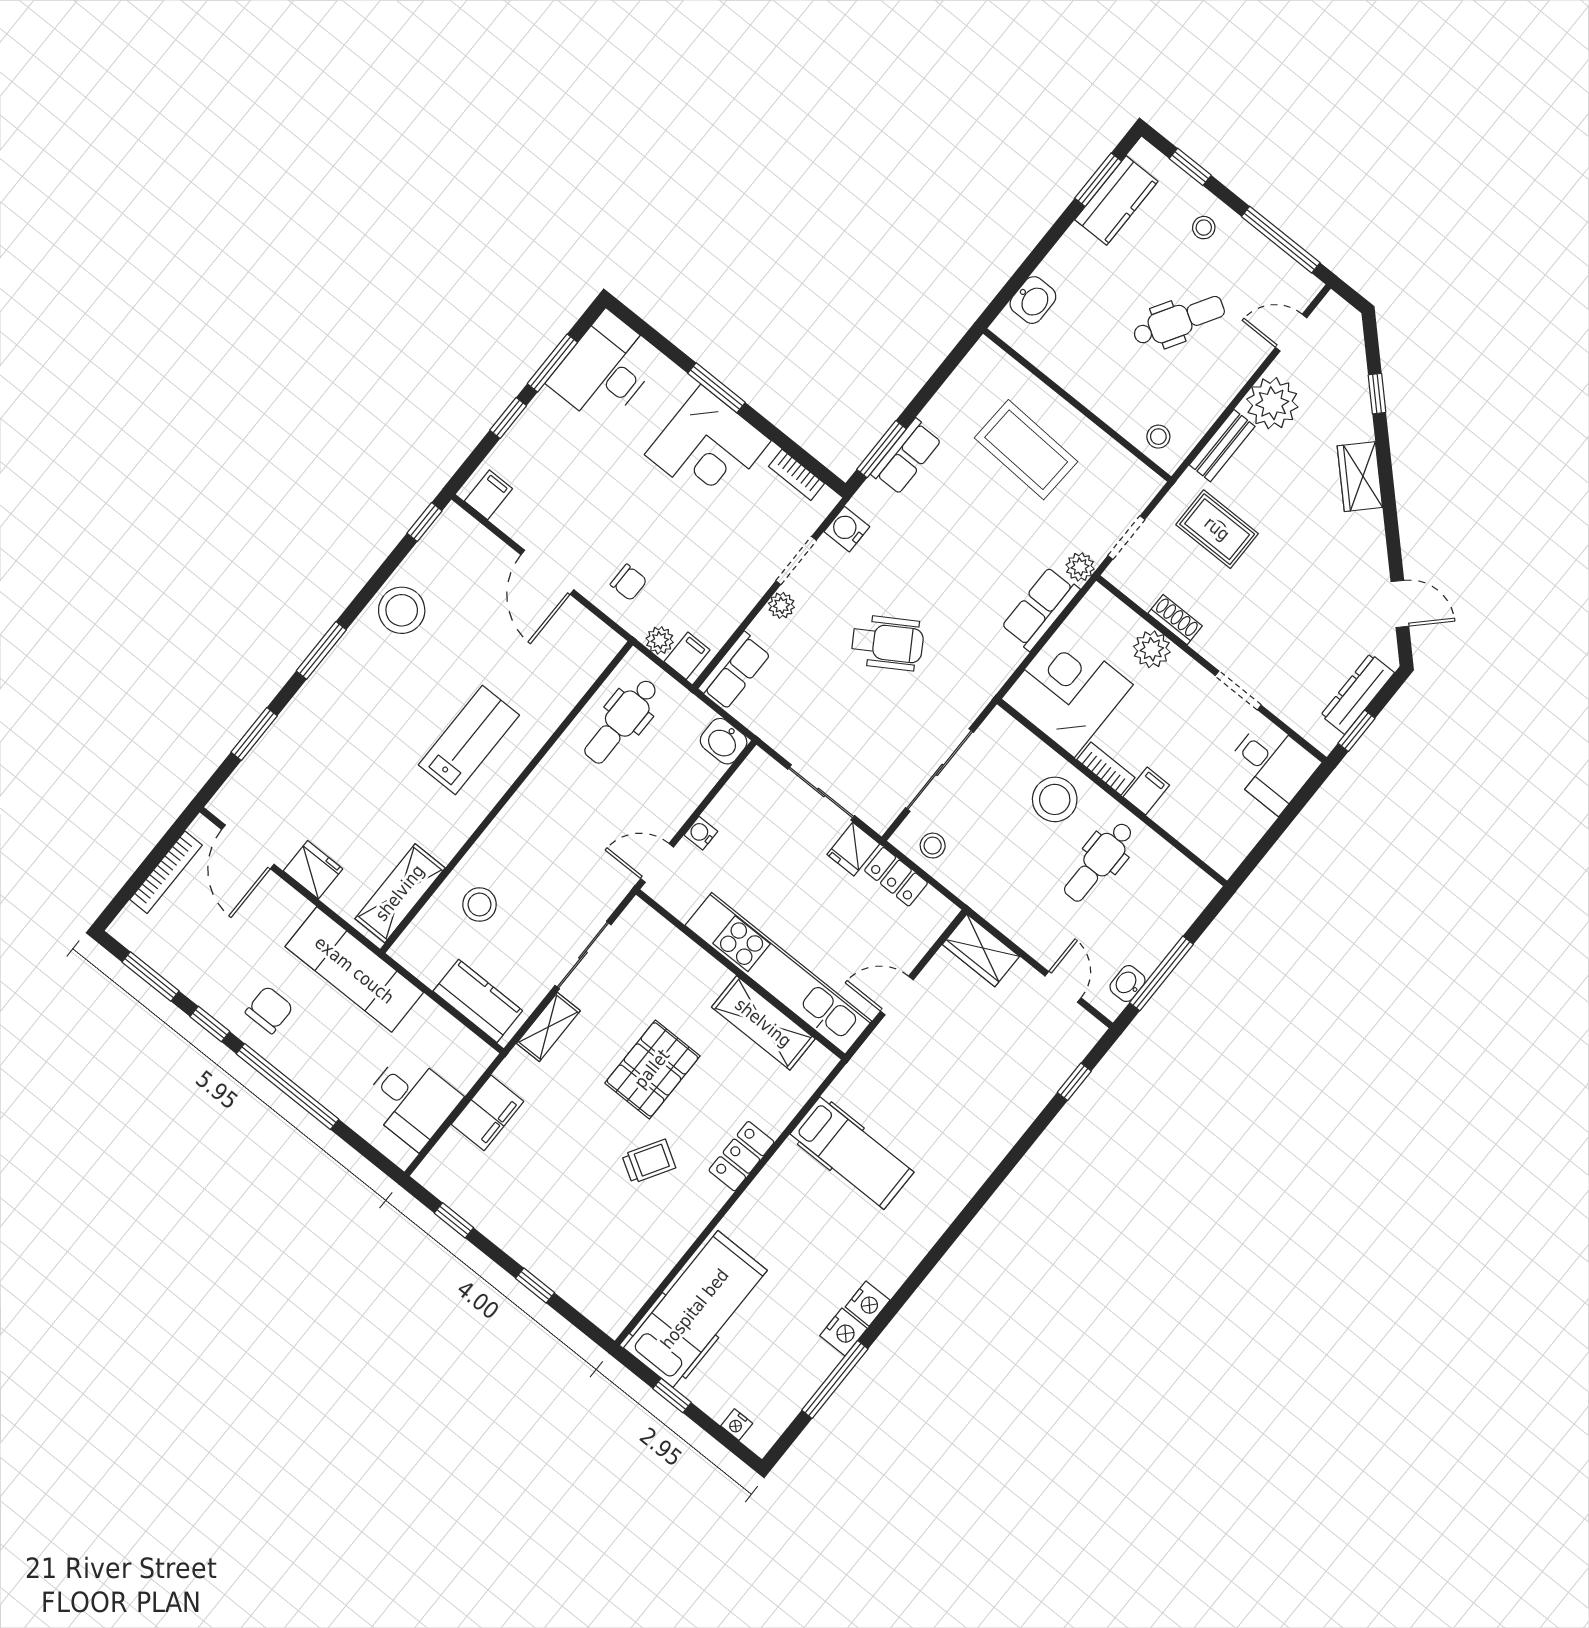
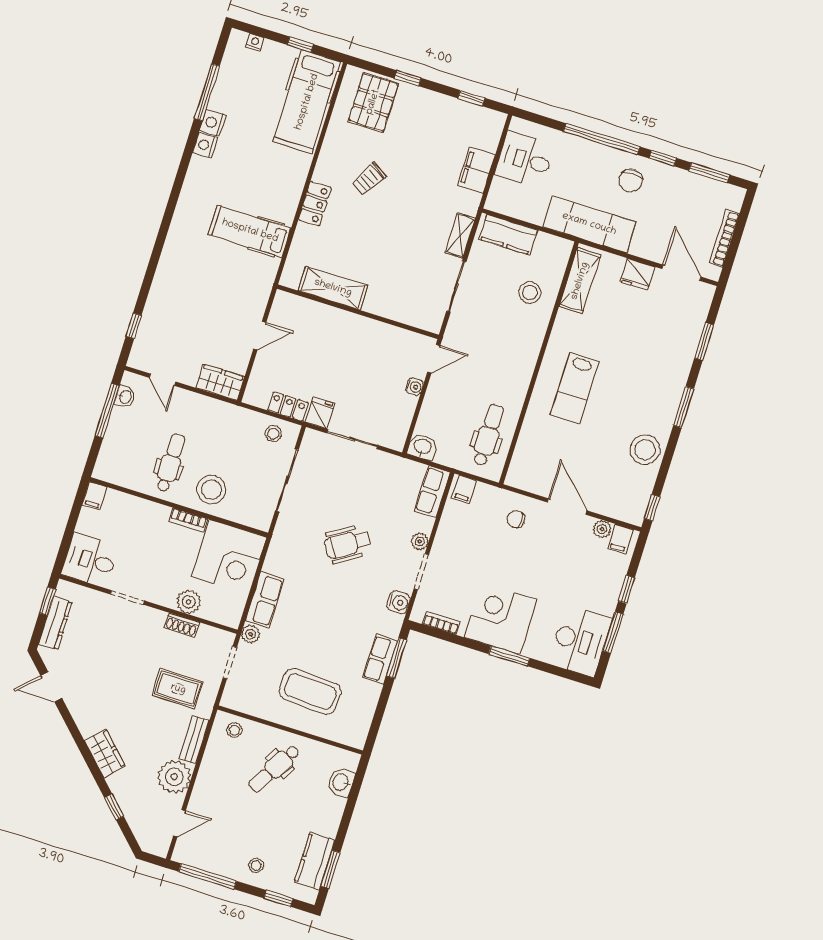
dental chair: (1179, 321) -> (274, 769), moved
plant: (660, 640) -> (602, 529), moved
filing cabinet: (1146, 791) -> (95, 496), moved
kitchen unit: (778, 973) -> (336, 321), removed
pallet: (652, 1069) -> (373, 102), moved

